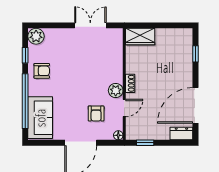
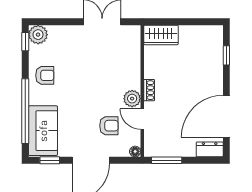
window: (25, 55) -> (25, 42), moved
door: (124, 108) -> (142, 119), swing flipped
armchair: (96, 113) -> (109, 126), turned -90
window: (46, 143) -> (50, 160), added
window: (145, 143) -> (167, 160), width x1.50

